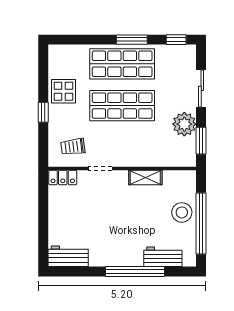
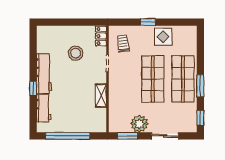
stool: (182, 212) -> (76, 53), moved
workbench: (68, 256) -> (44, 74), moved, width x1.38
window: (135, 271) -> (33, 88), width x0.32

